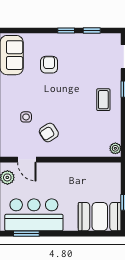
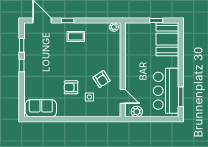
armchair: (49, 65) -> (71, 87), moved
door: (27, 160) -> (123, 96), hinge flipped

